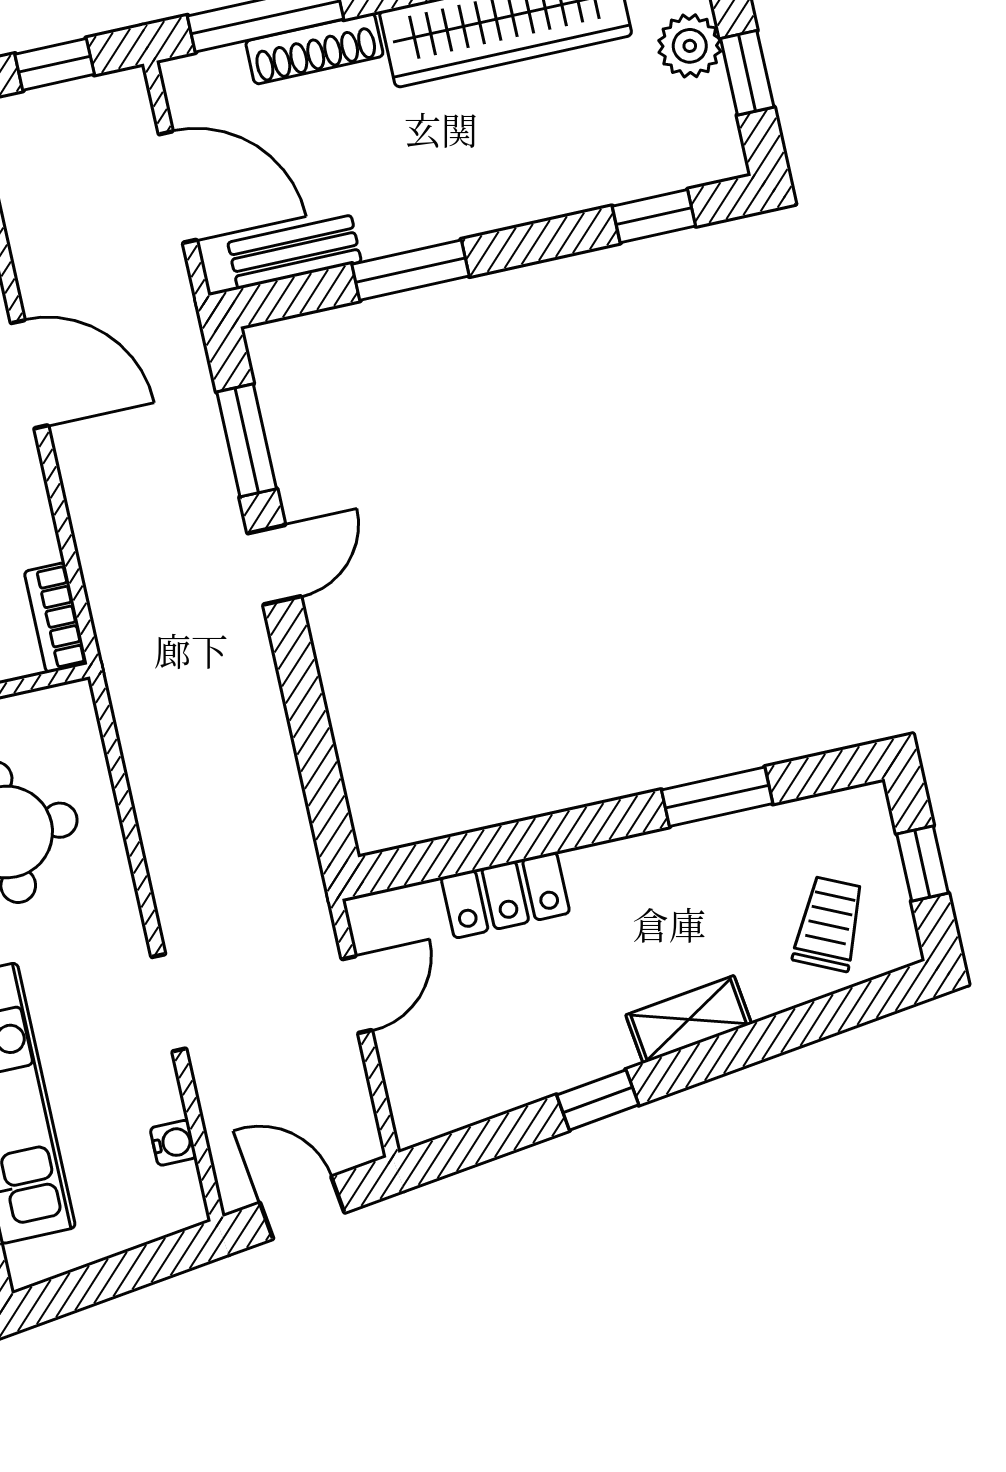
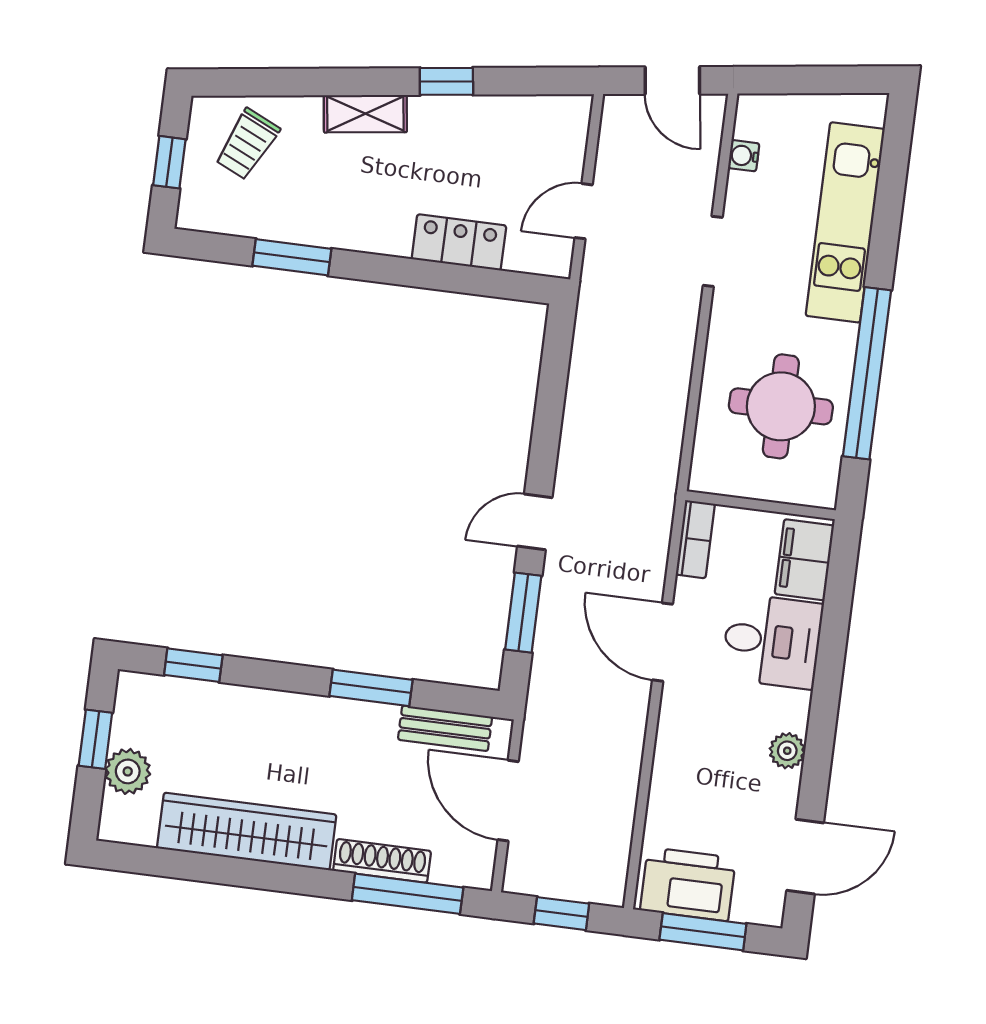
door: (29, 374) -> (663, 642), moved

